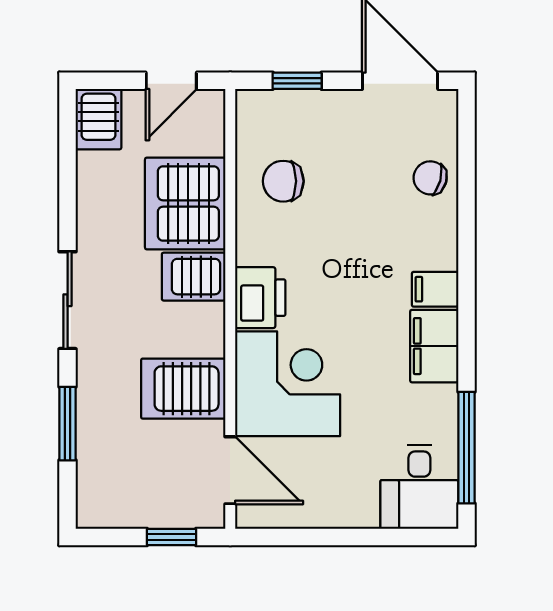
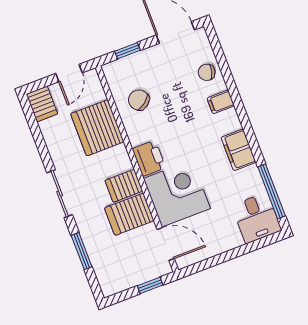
chair: (283, 181) -> (139, 100), turned 53
server rack: (194, 277) -> (124, 186), moved
filing cabinet: (435, 289) -> (221, 102), moved

